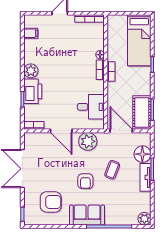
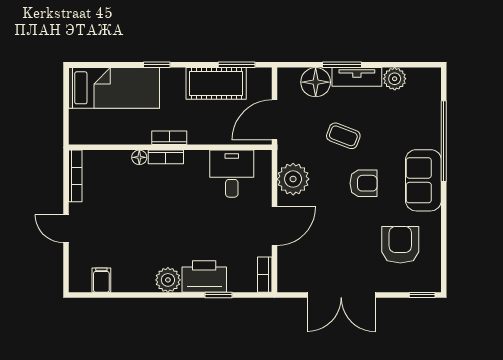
cot: (142, 113) -> (216, 83), moved
plant: (144, 219) -> (395, 79), moved

